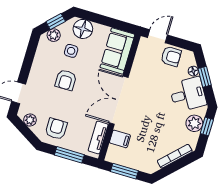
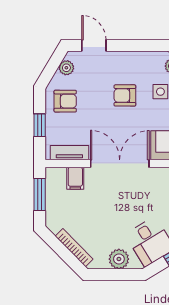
window: (207, 127) -> (119, 274), removed
window: (69, 155) -> (40, 125), width x0.67

